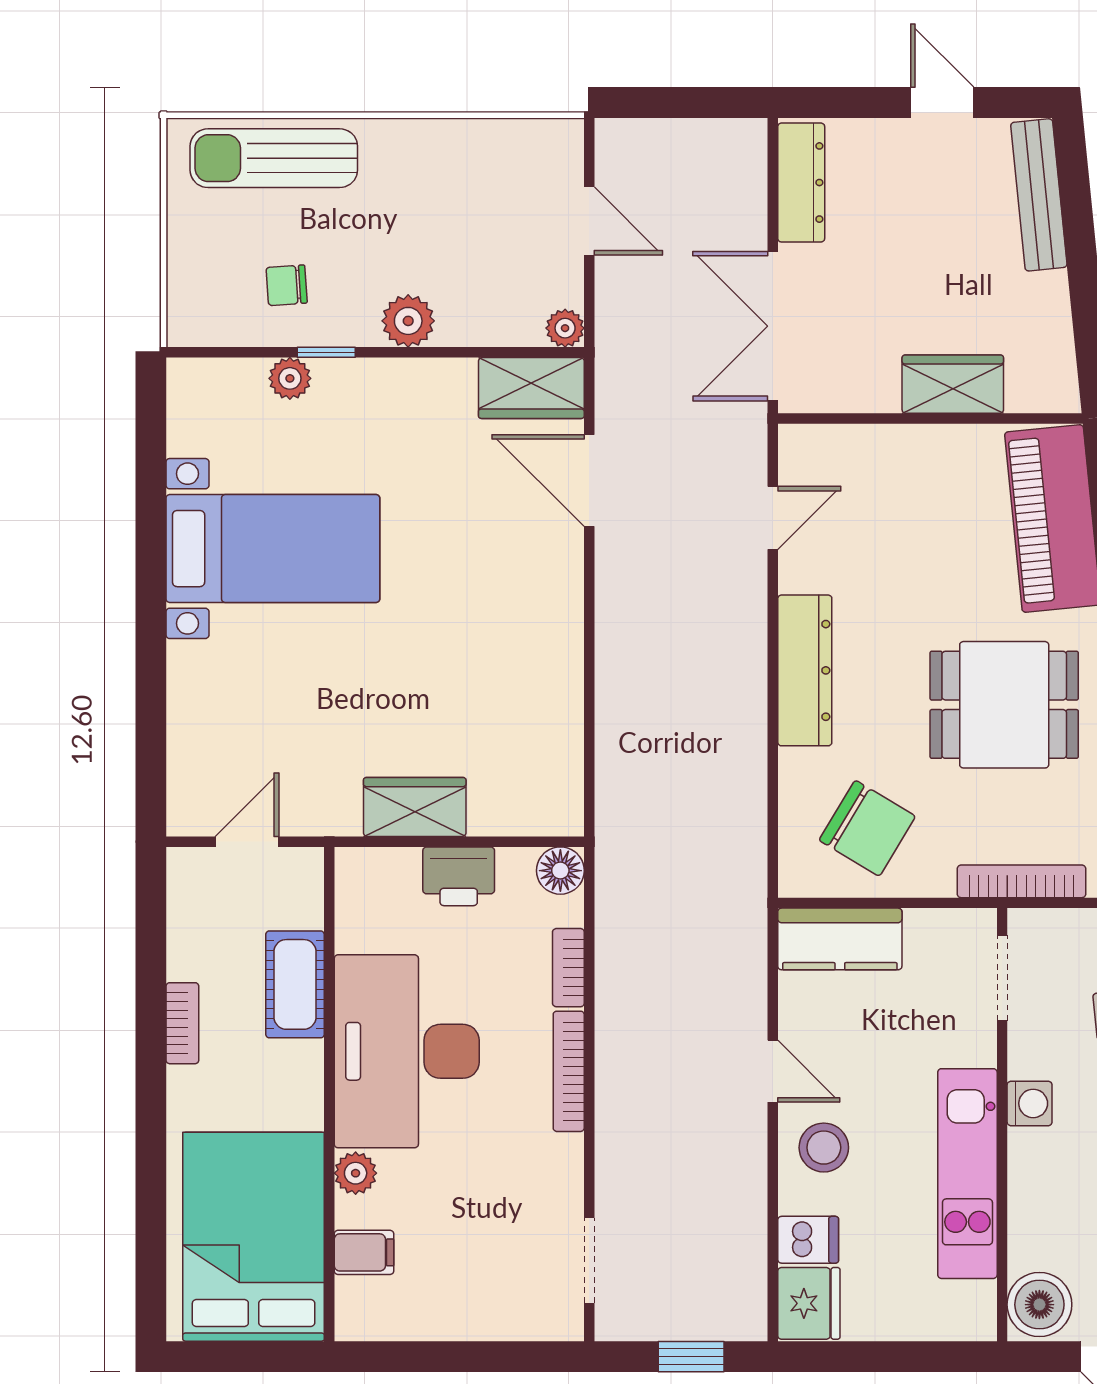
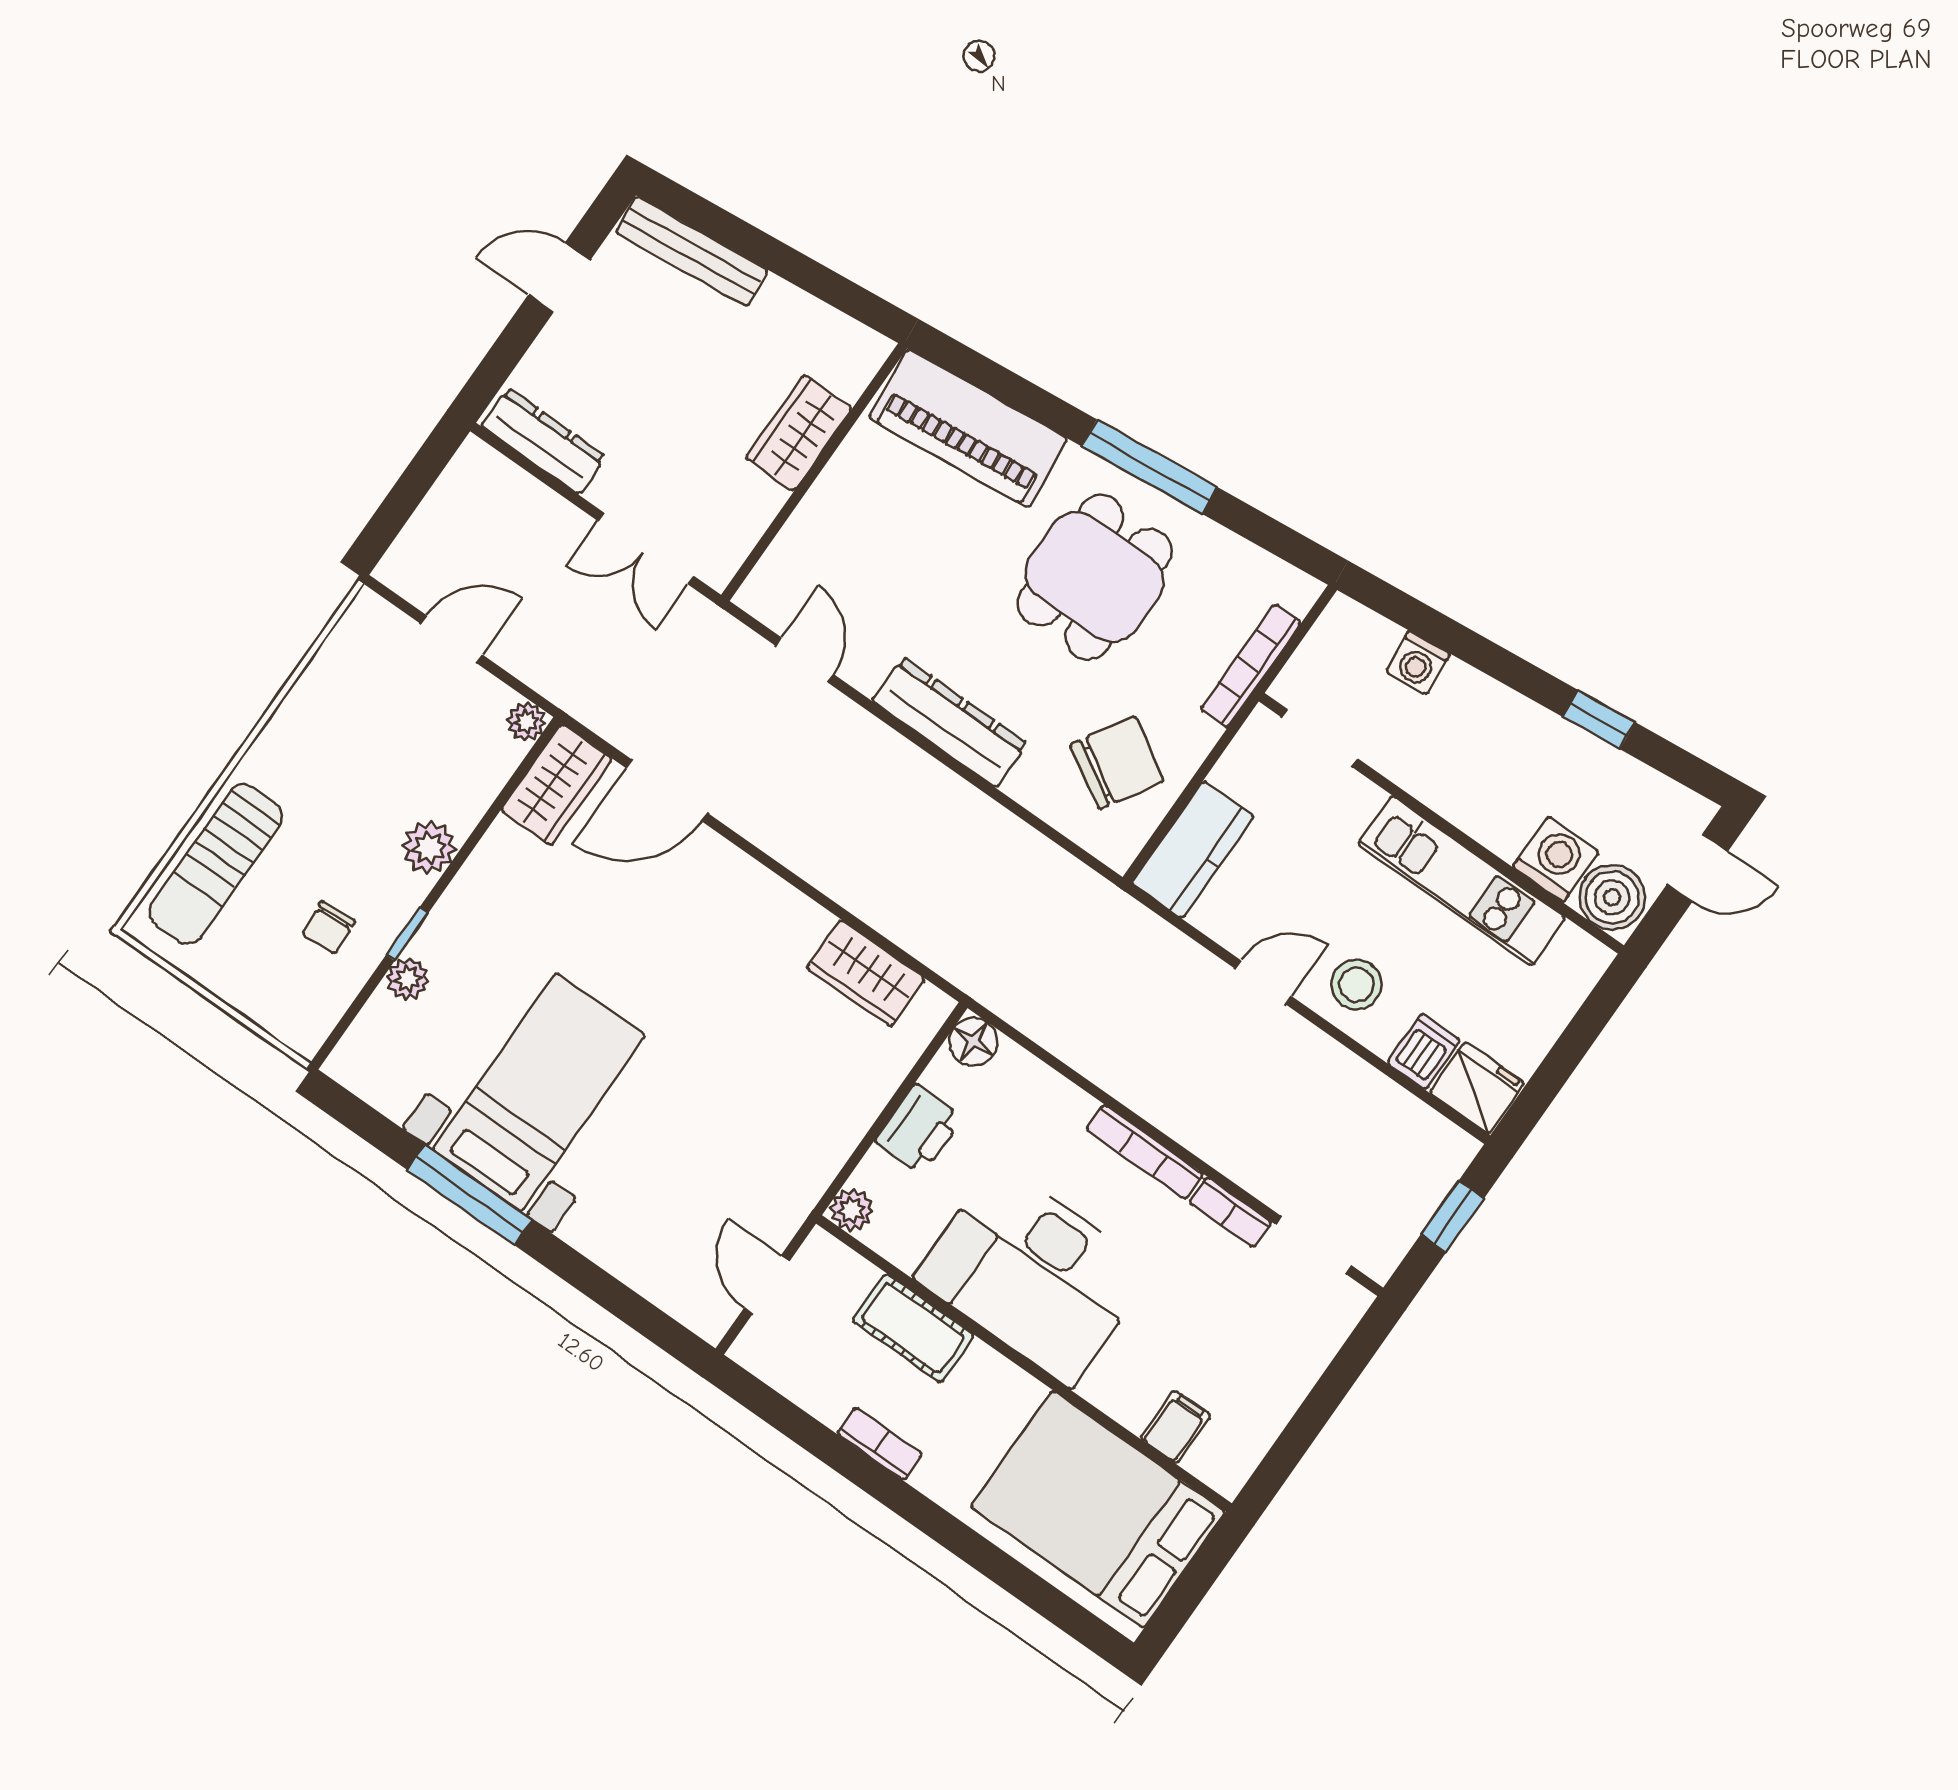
double door: (773, 326) -> (646, 548), width x0.73
window: (151, 551) -> (470, 1195), added
wardrobe: (415, 807) -> (866, 973), moved, turned -90
bookcase: (568, 968) -> (1230, 1212), moved
washing machine: (1030, 1103) -> (1556, 859), moved, width x1.38, depth x1.38
plant: (356, 1173) -> (852, 1210), moved

